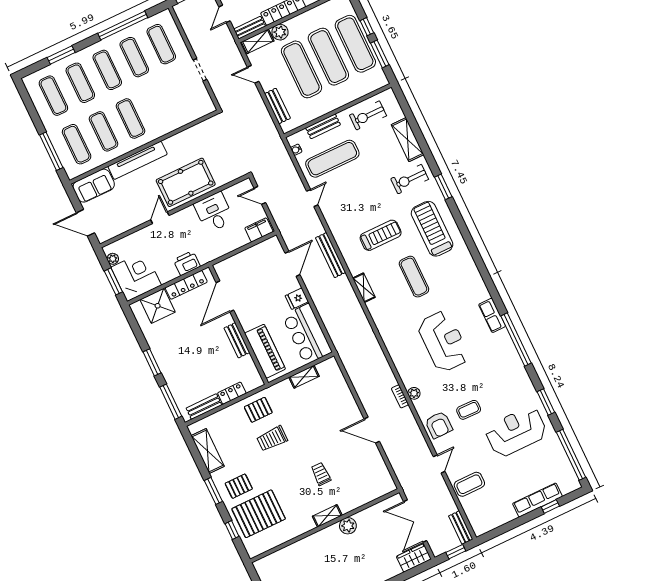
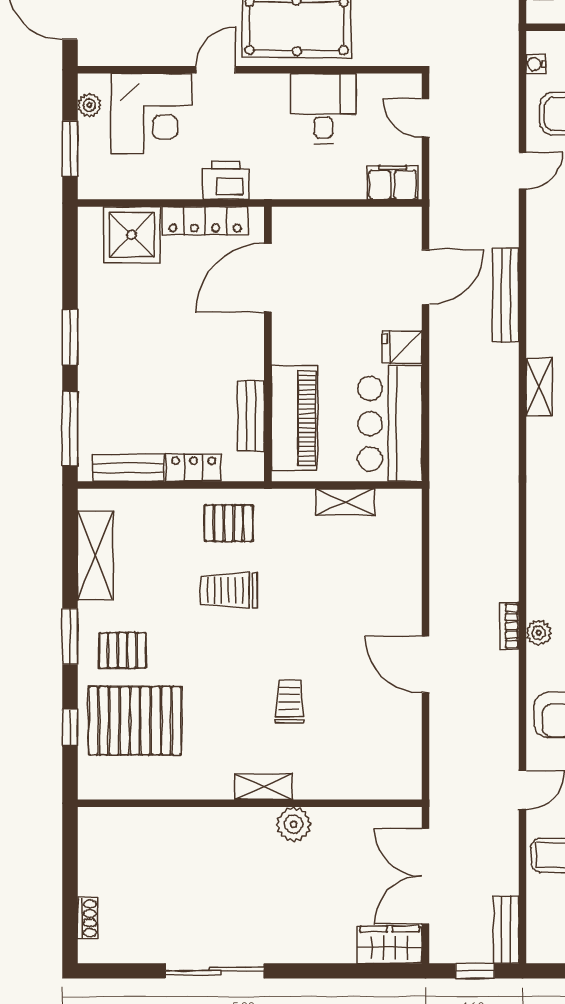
corner desk: (136, 276) -> (151, 113), moved, turned 90
bench: (237, 340) -> (251, 416), moved

